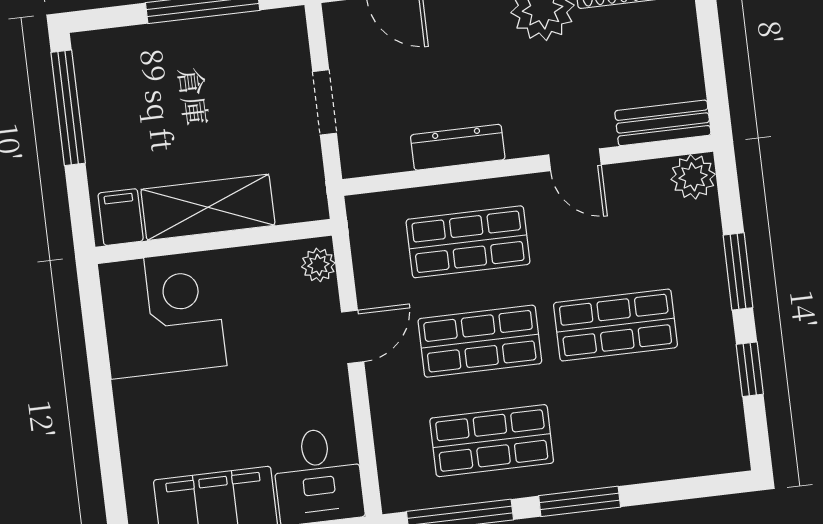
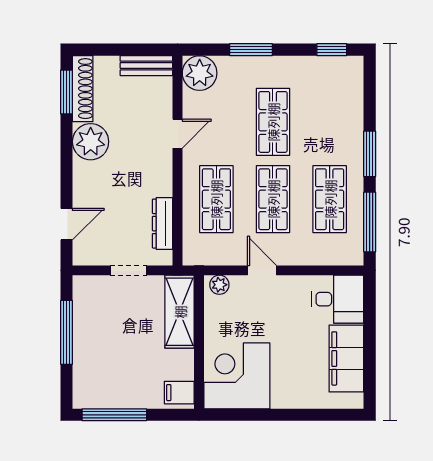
bench: (663, 123) -> (146, 66), moved, turned 90
dresser: (458, 147) -> (163, 224), moved
plant: (693, 177) -> (200, 73), width x1.36, depth x1.36
shelving: (208, 207) -> (180, 312), moved
window: (750, 369) -> (332, 50), moved

